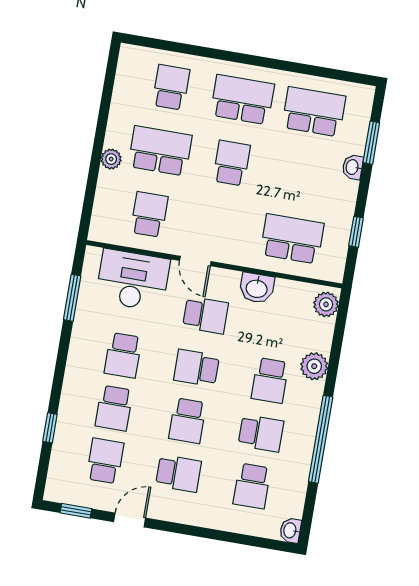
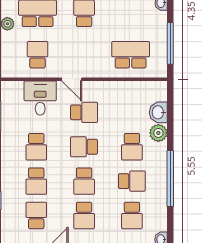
window: (356, 232) -> (170, 43), width x2.17
desk: (133, 280) -> (40, 98), width x0.73
washbasin: (257, 288) -> (158, 112), moved, turned 90
plant: (326, 304) -> (159, 93), removed
school desk: (178, 473) -> (84, 215), turned 90

